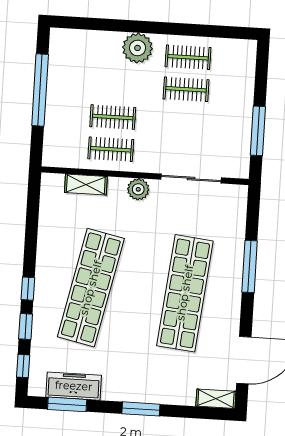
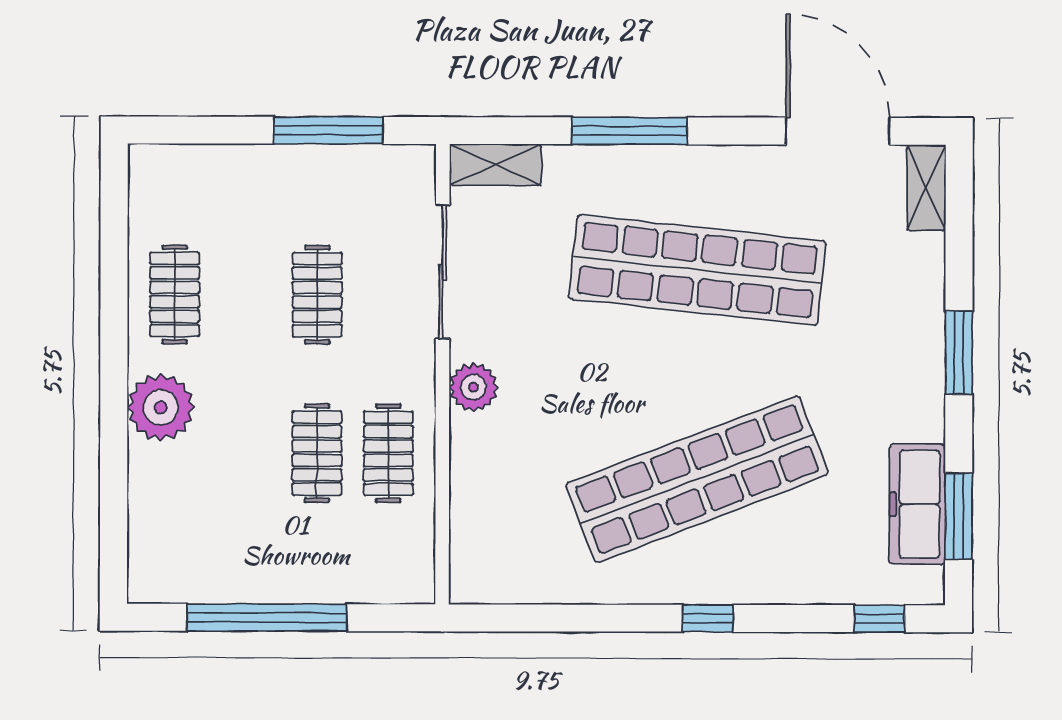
clothes rail: (186, 89) -> (317, 295), moved
shelving: (86, 184) -> (495, 165), moved, turned 90
shop shelf: (91, 288) -> (697, 479), turned -33
window: (26, 326) -> (792, 618), removed

